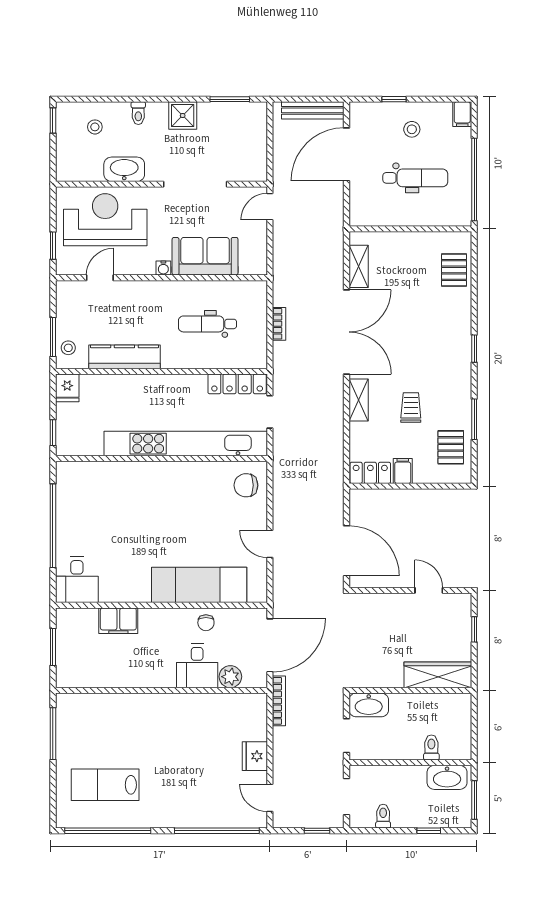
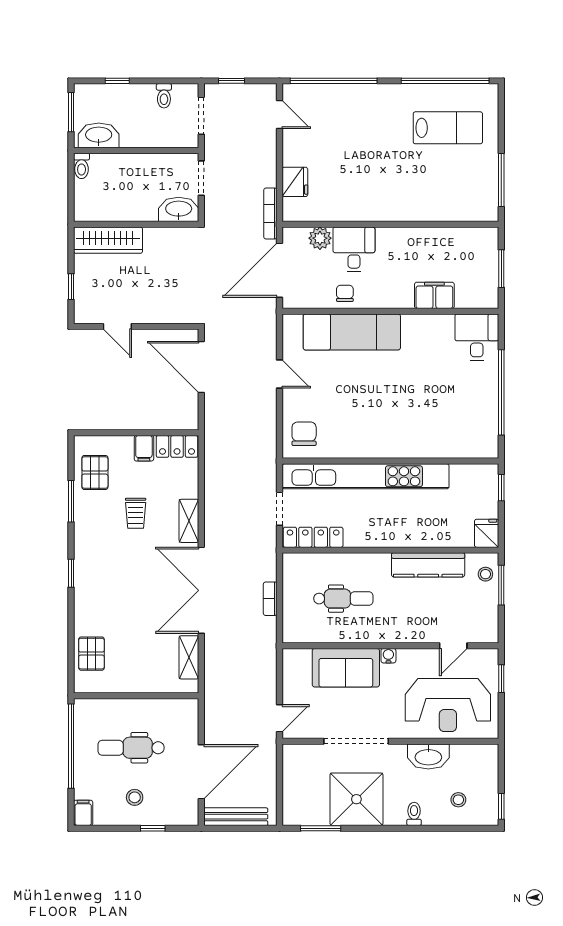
shower: (183, 116) -> (356, 799), width x1.86, depth x1.86
chair: (246, 485) -> (304, 434), turned -90
toilet: (431, 748) -> (82, 166), moved
fridge: (255, 756) -> (295, 182), moved

